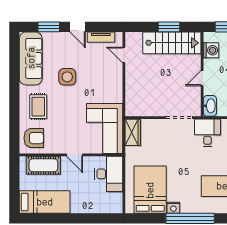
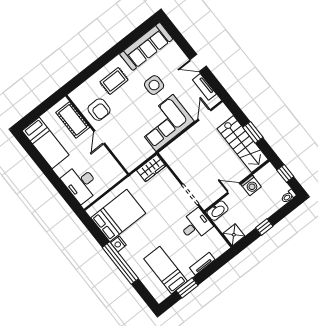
window: (49, 27) -> (181, 41), removed
door: (78, 27) -> (198, 63), hinge flipped
washing machine: (211, 50) -> (251, 186), moved
corner sofa: (105, 128) -> (165, 123), moved
armchair: (34, 138) -> (99, 110), moved
desk: (109, 174) -> (81, 183), moved, turned 90

